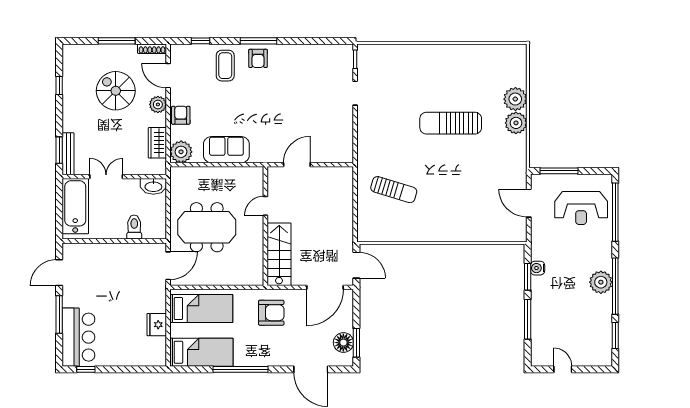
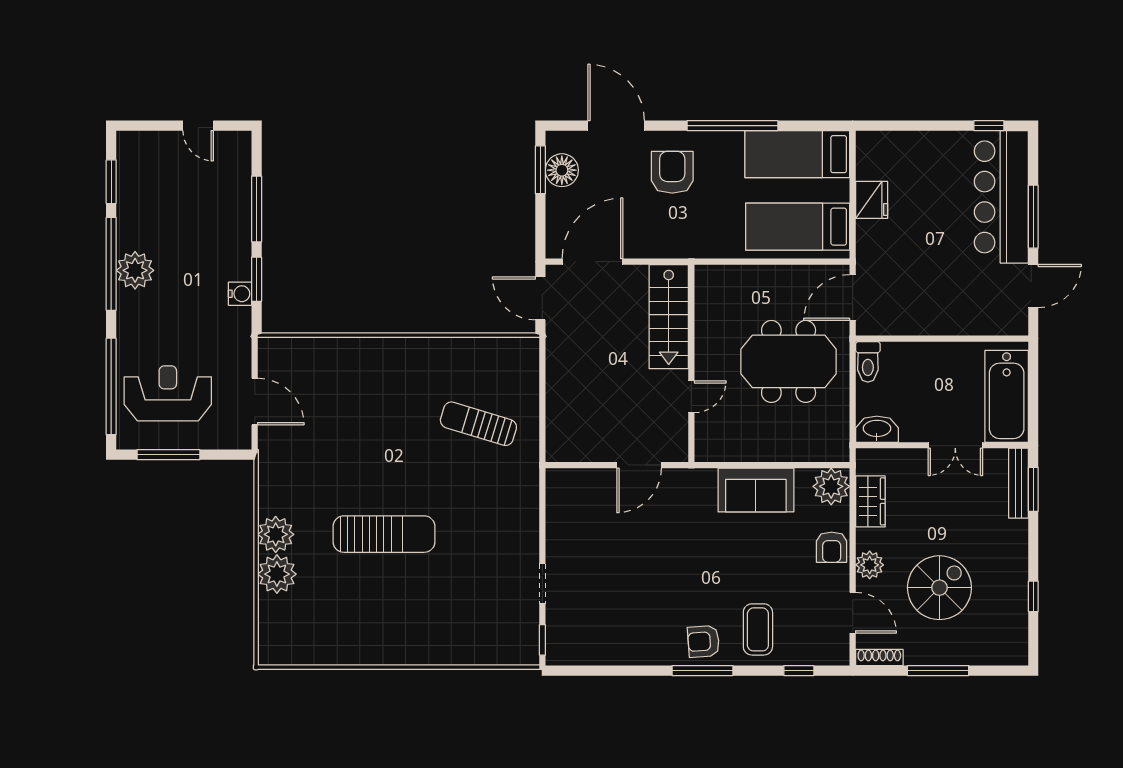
armchair: (258, 58) -> (703, 641), turned -94
spiral stairs: (116, 91) -> (939, 588), turned -90
window: (559, 171) -> (168, 455), moved
toilet: (134, 227) -> (868, 362), moved
armchair: (271, 313) -> (672, 172), moved, turned 90
bar counter: (78, 337) -> (1001, 197), width x1.36

